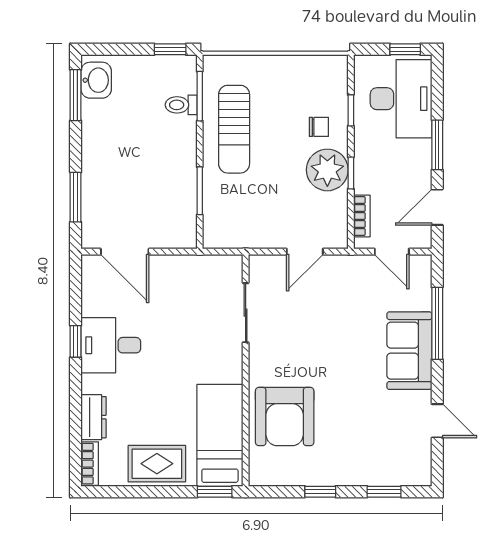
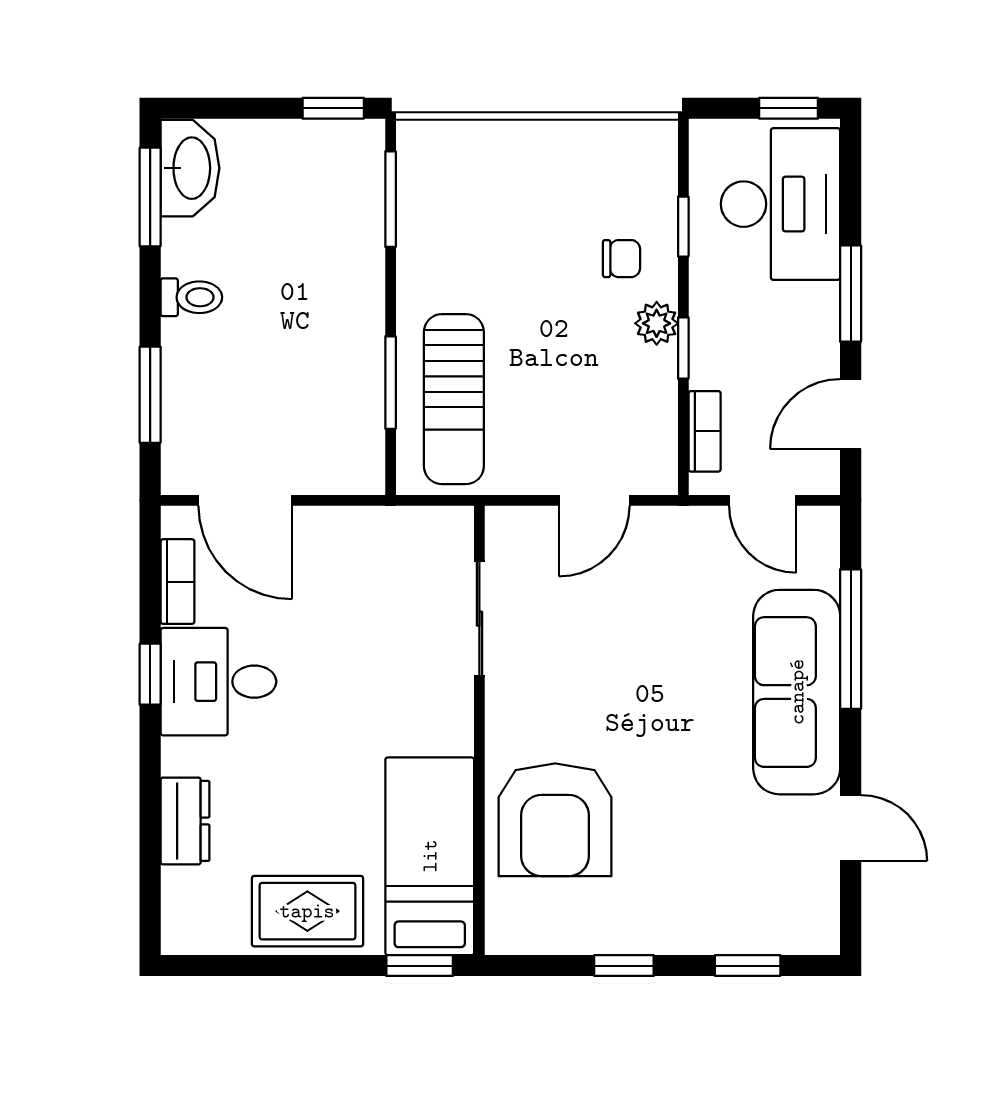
washbasin: (96, 80) -> (190, 168), width x1.38
toilet: (181, 105) -> (191, 297), moved, turned 180
sun lounger: (234, 129) -> (454, 399), moved
plant: (327, 170) -> (657, 323), width x0.53, depth x0.53
sofa: (409, 351) -> (797, 692), width x1.36
bookcase: (90, 464) -> (177, 582), moved

